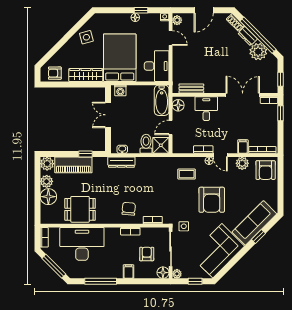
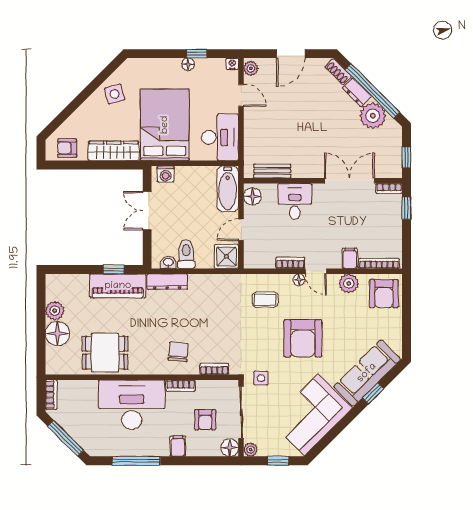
toilet: (146, 144) -> (186, 254), moved
plant: (47, 164) -> (56, 284), removed
piano: (73, 165) -> (118, 286), moved
desk: (82, 244) -> (132, 405), moved
armchair: (147, 254) -> (205, 420), turned 180

